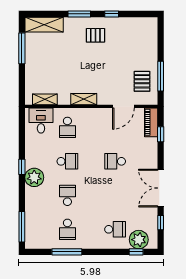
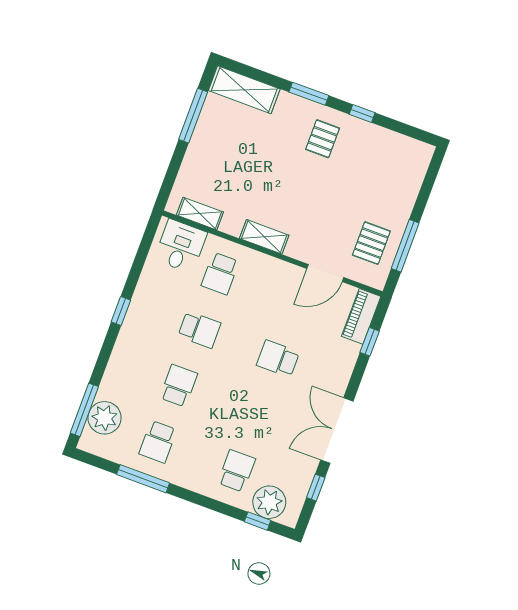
pallet: (95, 35) -> (323, 139), turned 90
plant: (34, 177) -> (105, 418), moved
school desk: (115, 229) -> (237, 471), turned -90

